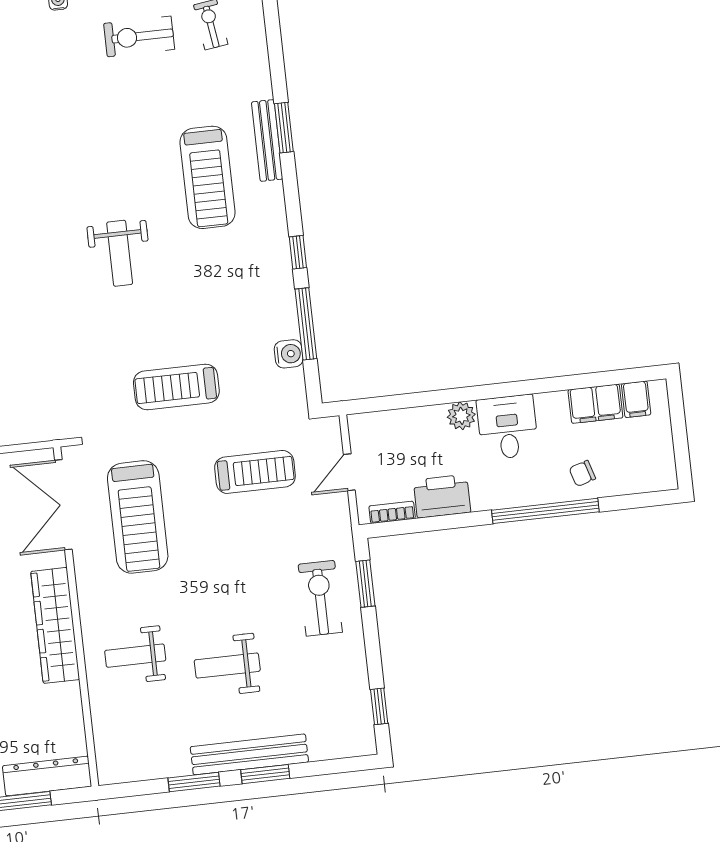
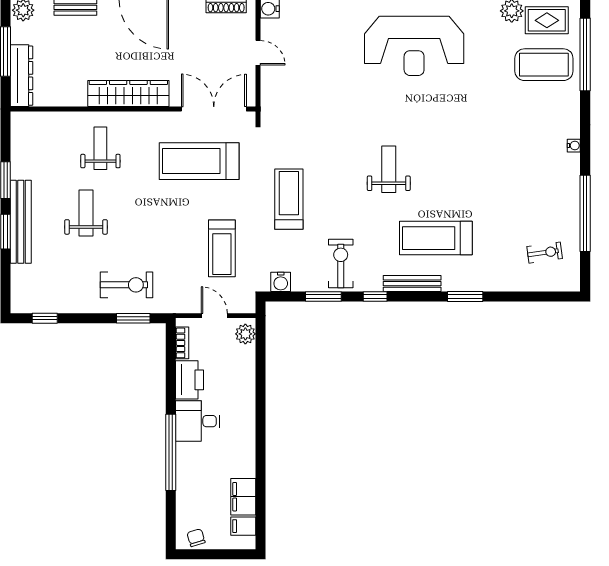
exercise bike: (139, 36) -> (341, 264), moved
bench: (267, 140) -> (412, 284), moved
weight bench: (120, 253) -> (389, 169), turned 90
window: (306, 324) -> (323, 297), width x0.69
water cooler: (289, 354) -> (281, 282), moved
plant: (461, 416) -> (245, 334), moved
desk: (508, 427) -> (198, 421), moved, turned 180
chair: (582, 473) -> (196, 538), moved

